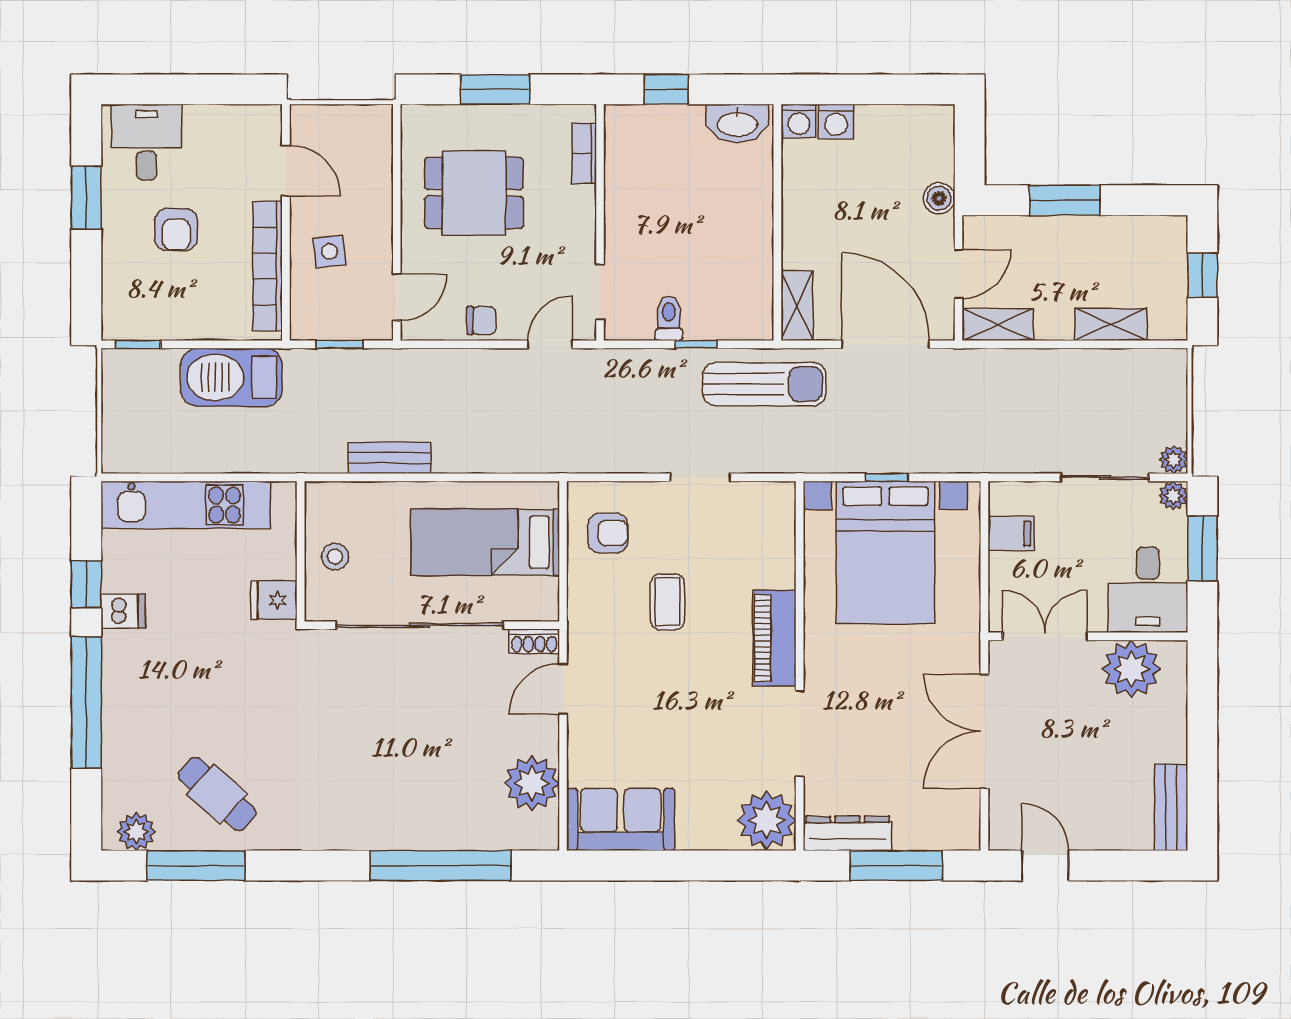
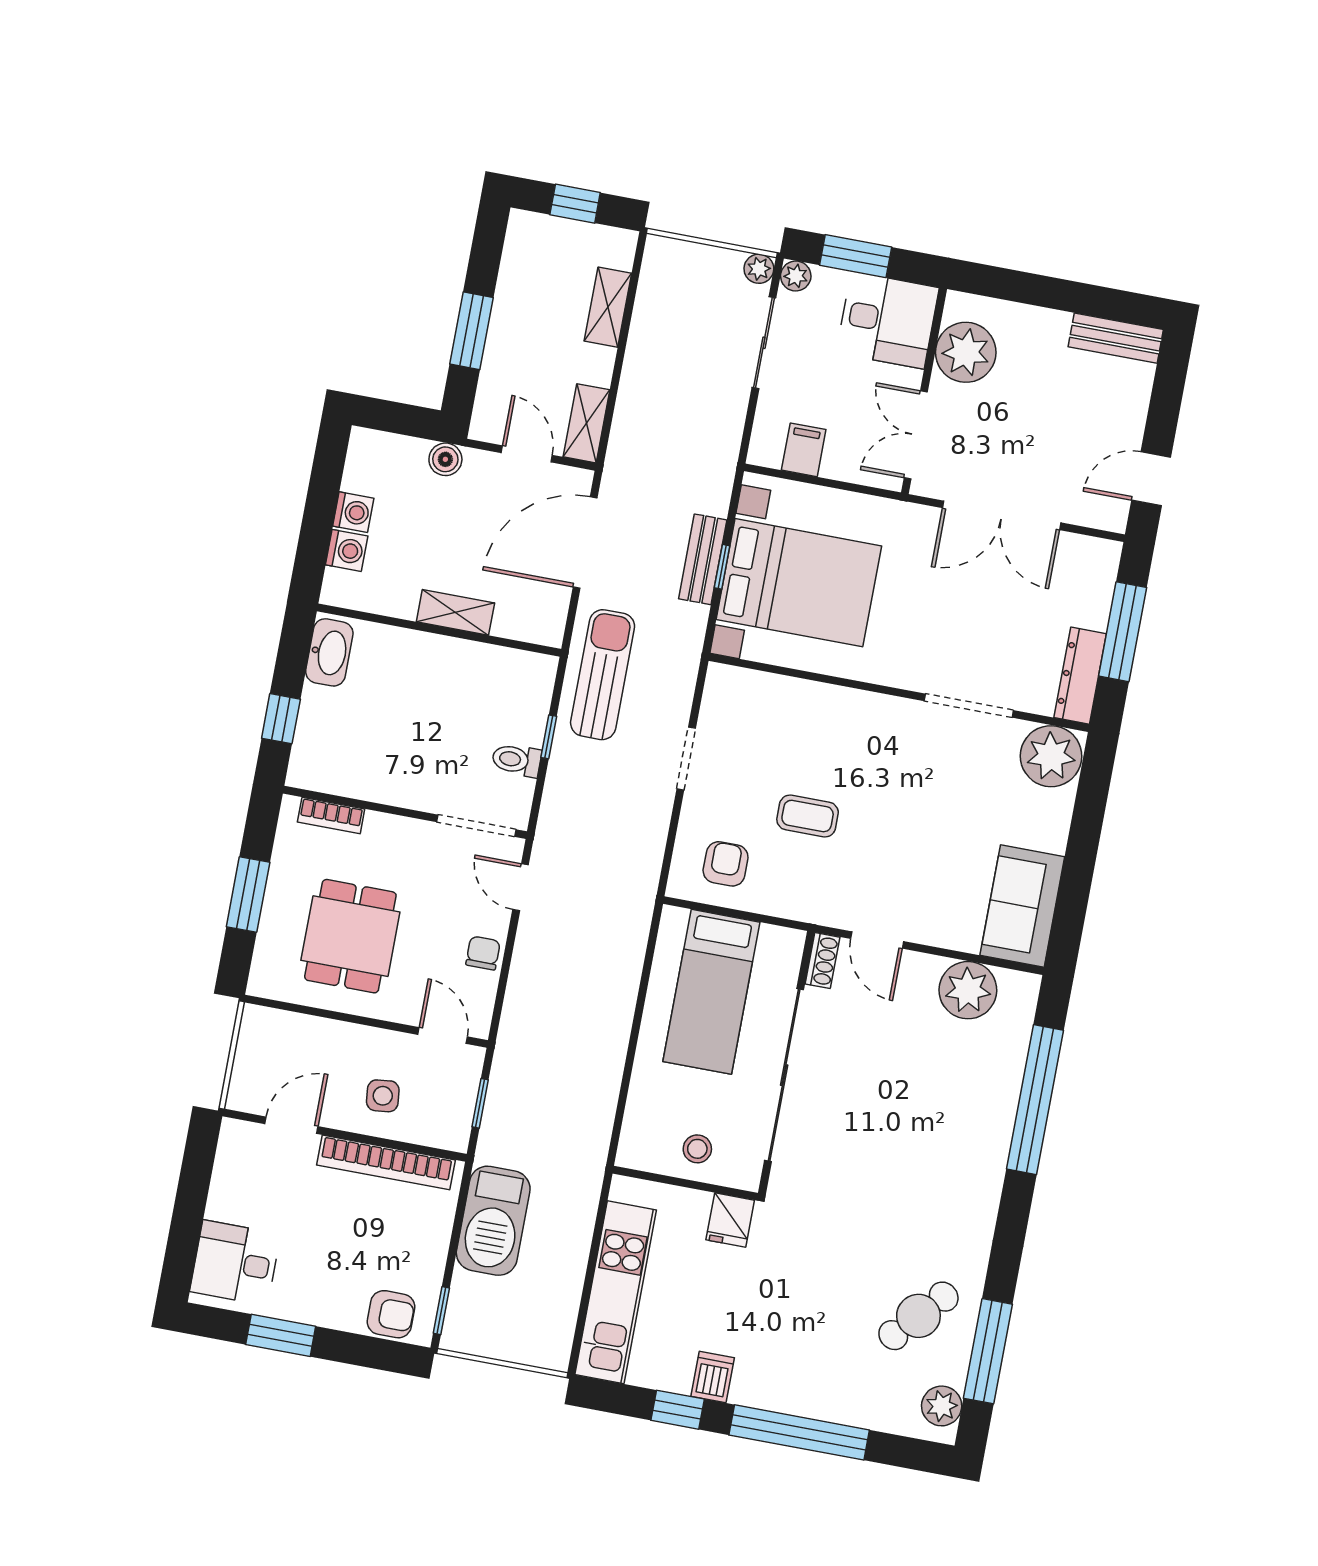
washing machine: (799, 121) -> (353, 512), moved
armchair: (176, 229) -> (391, 1314), moved
doorway: (600, 292) -> (476, 826), width x1.38
shelving: (797, 306) -> (455, 612), moved
bench: (389, 458) -> (703, 559), moved
piano: (774, 638) -> (865, 713), removed

